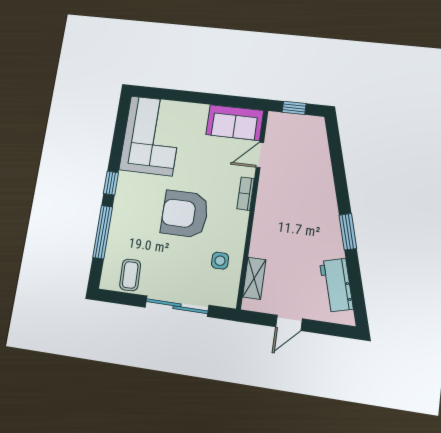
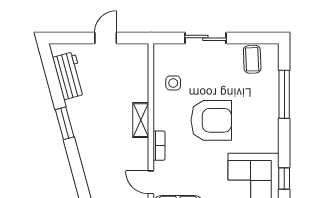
door: (260, 155) -> (151, 182), swing flipped
window: (111, 183) -> (284, 179), moved
shelving: (254, 278) -> (141, 120), moved
sliding door: (177, 306) -> (205, 38), width x0.73

